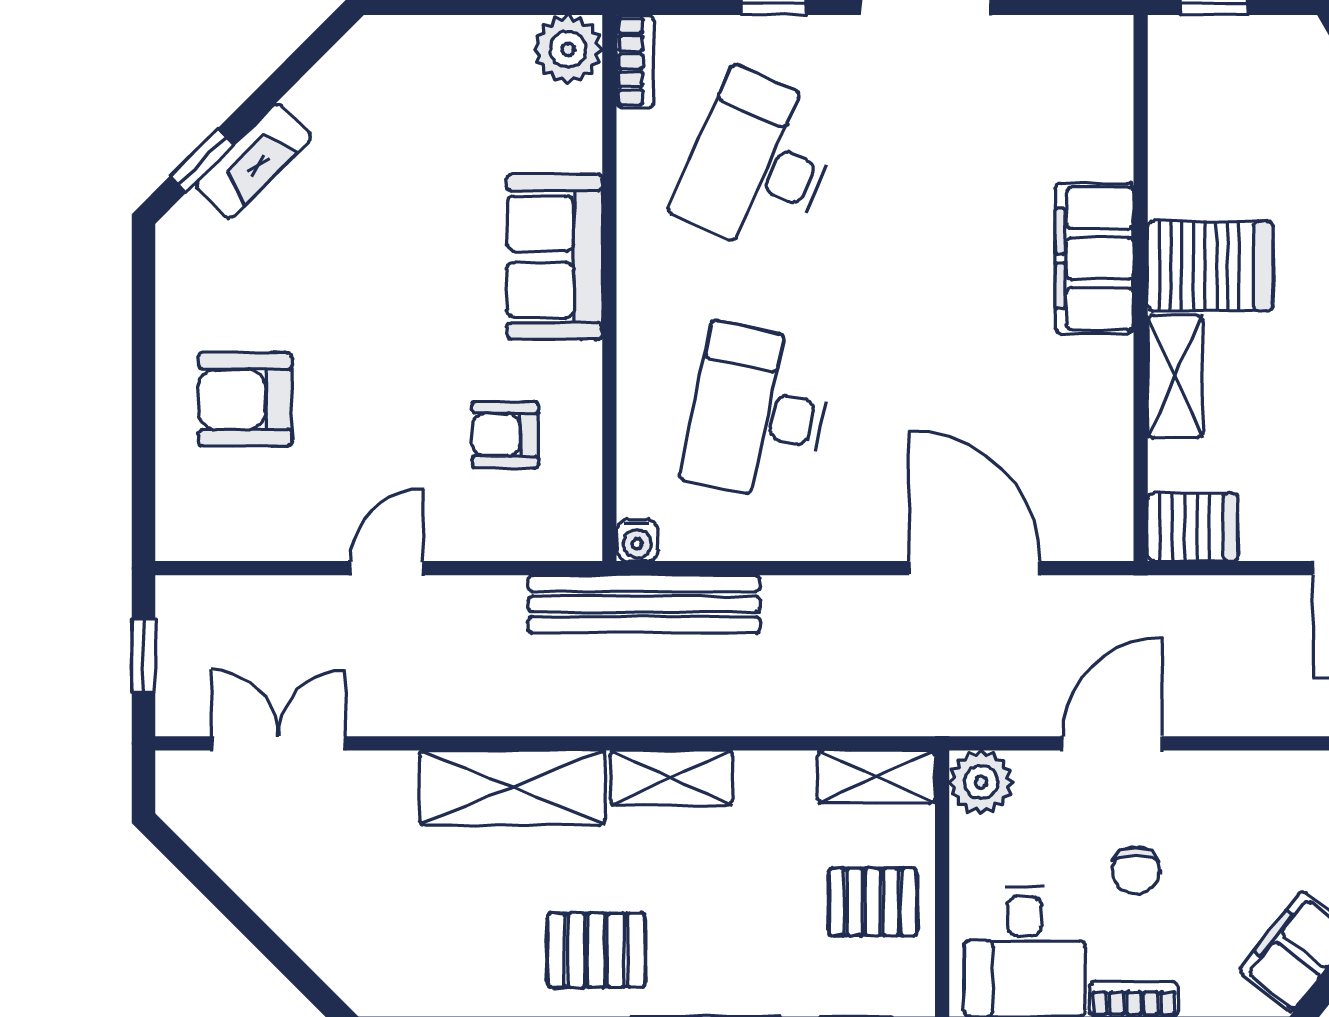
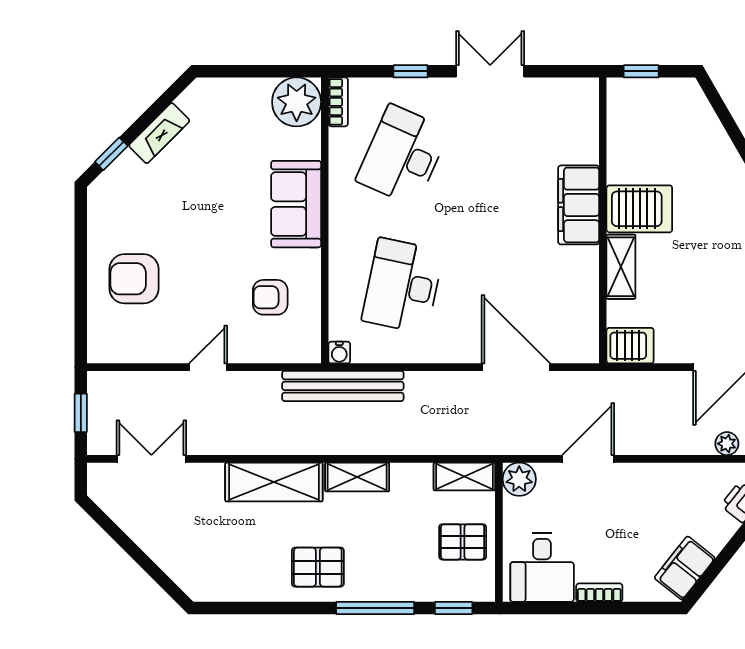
plant: (568, 49) -> (297, 102), width x1.36, depth x1.36
fireplace: (253, 161) -> (159, 133), moved
chair: (1136, 870) -> (600, 525), removed

